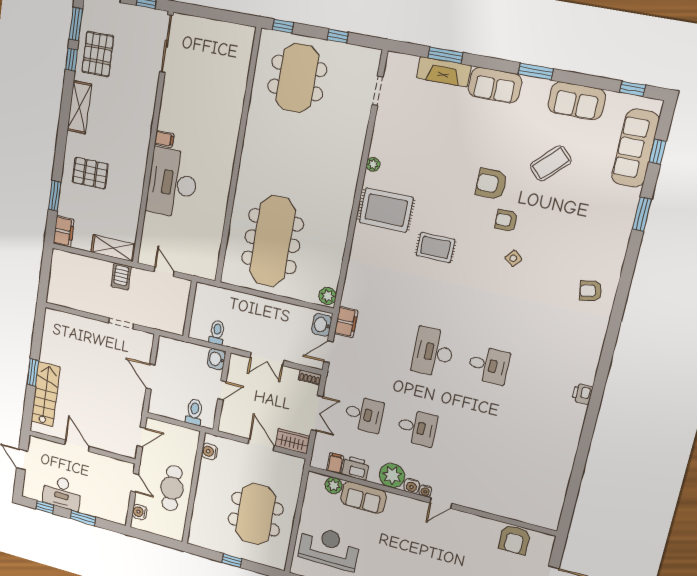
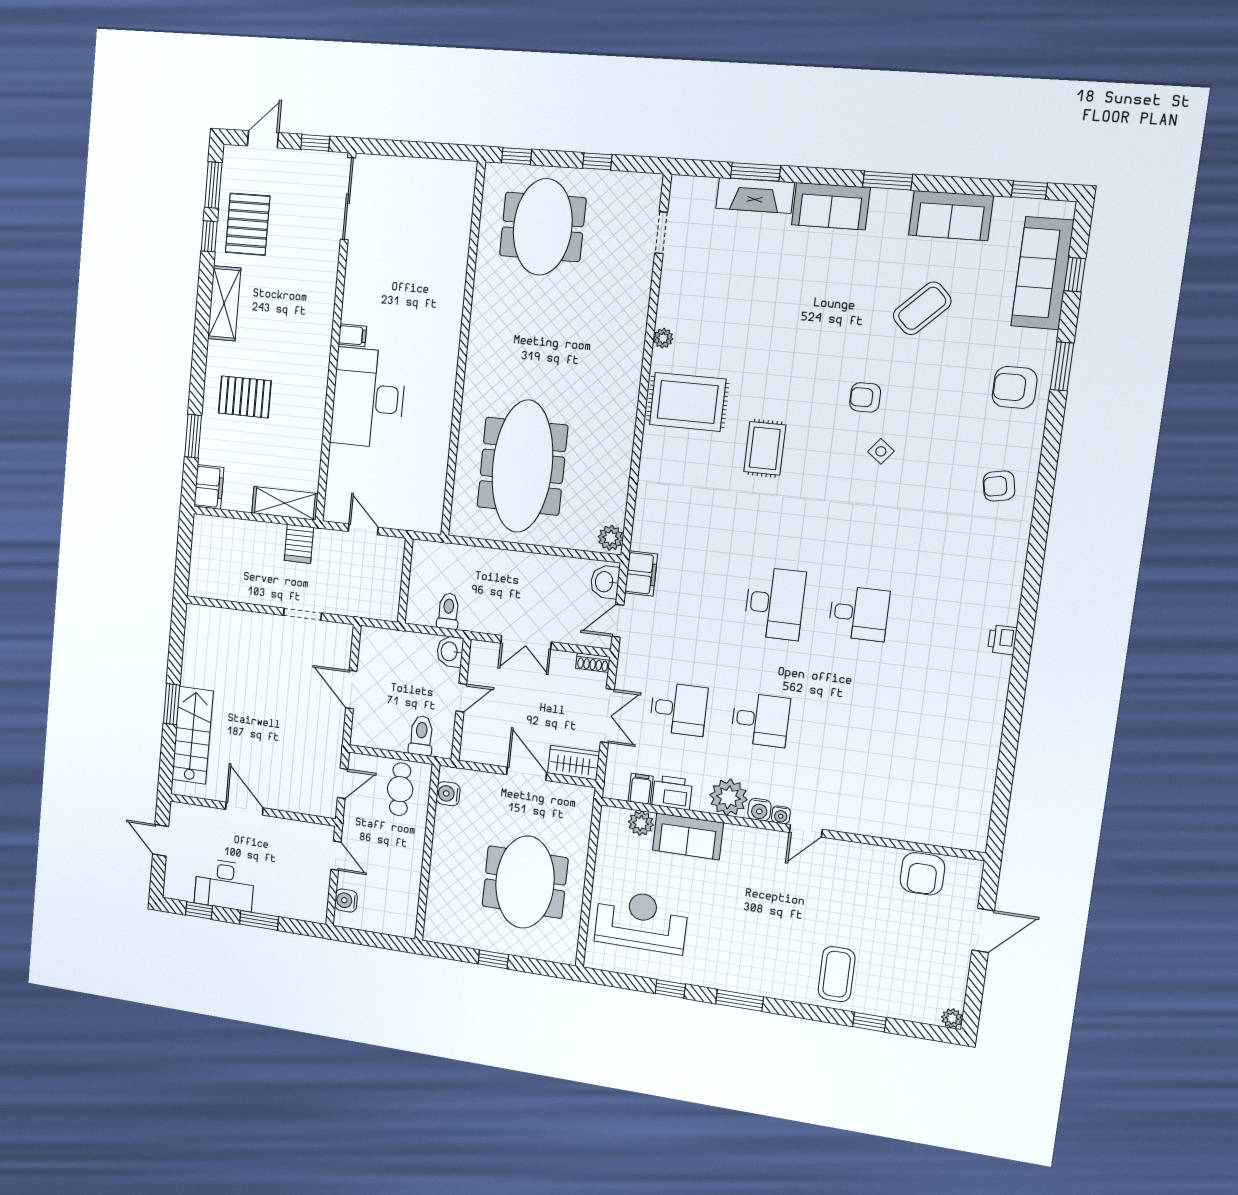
armchair: (491, 184) -> (1015, 387), moved
rug: (435, 247) -> (765, 448), turned 90
desk: (433, 352) -> (775, 603), turned 180
cafe table: (172, 488) -> (400, 789), moved, width x0.73, depth x0.74

